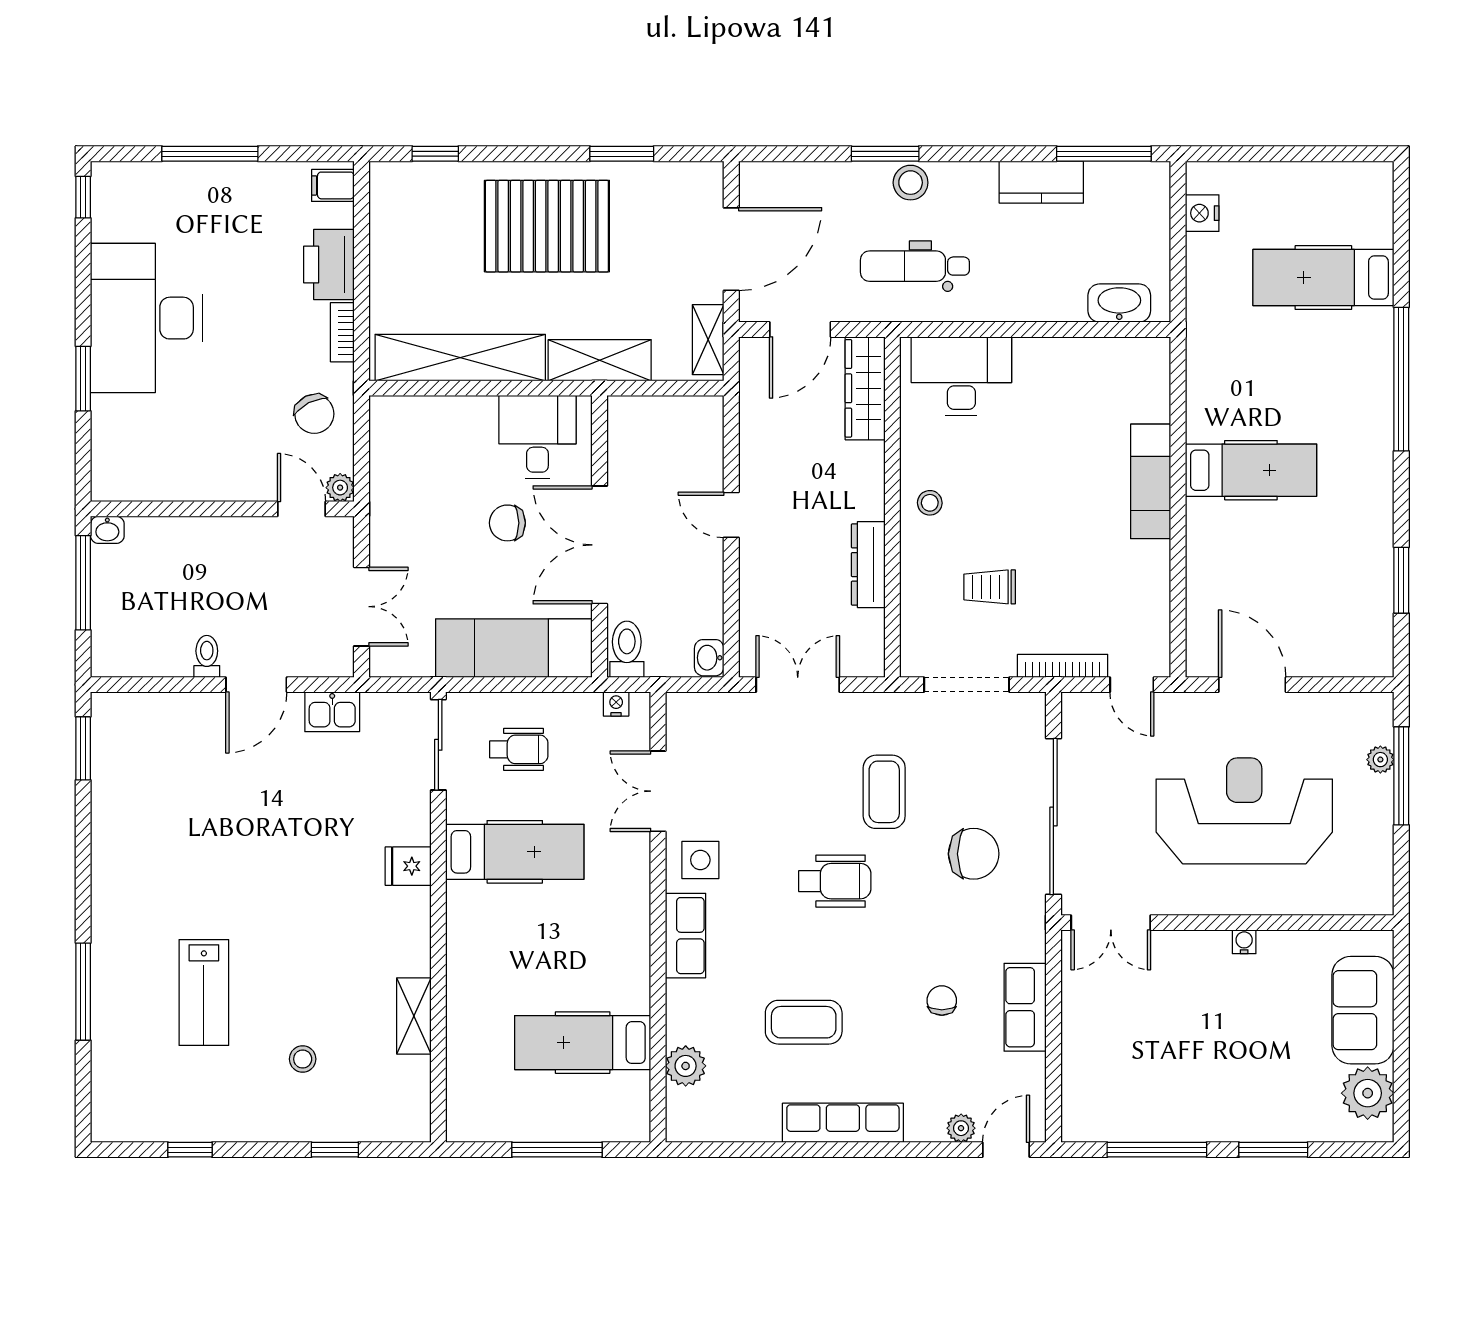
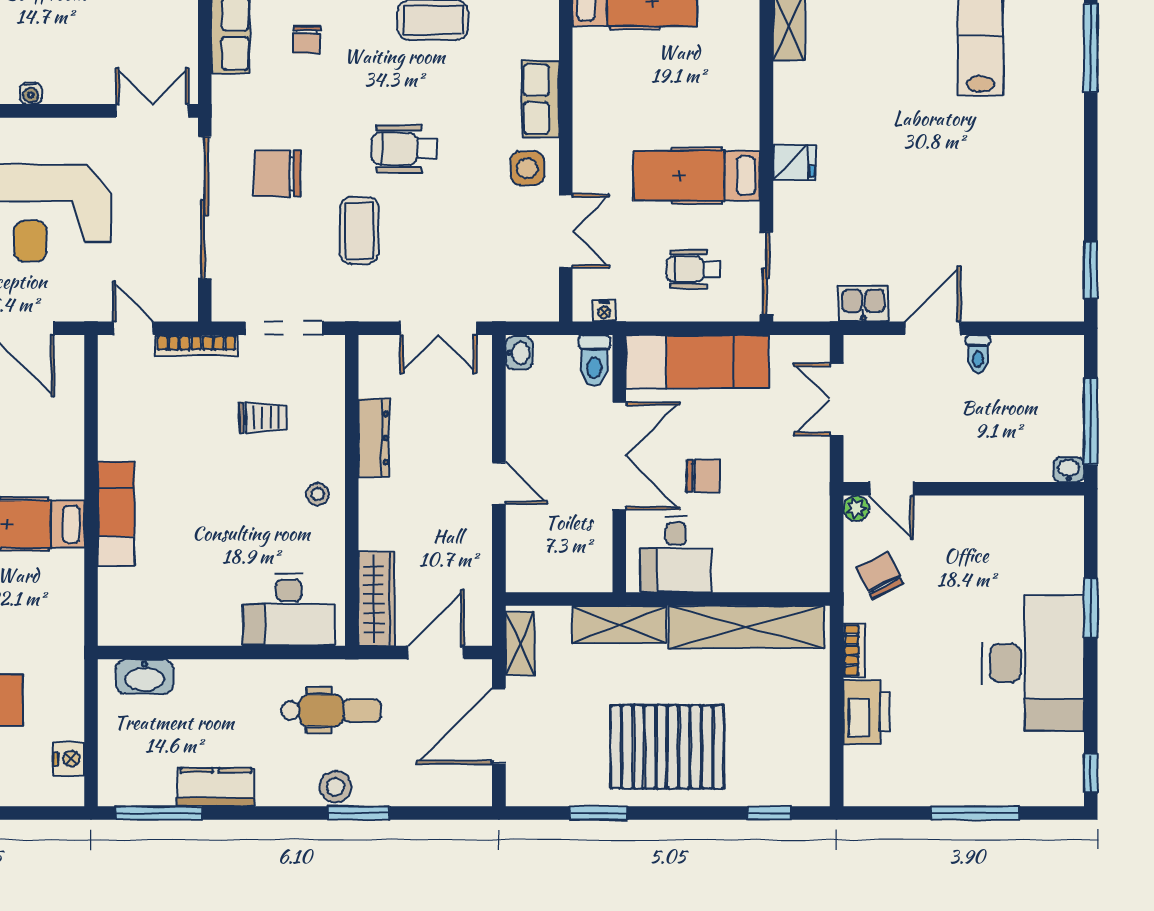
filing cabinet: (333, 185) -> (863, 784), removed

